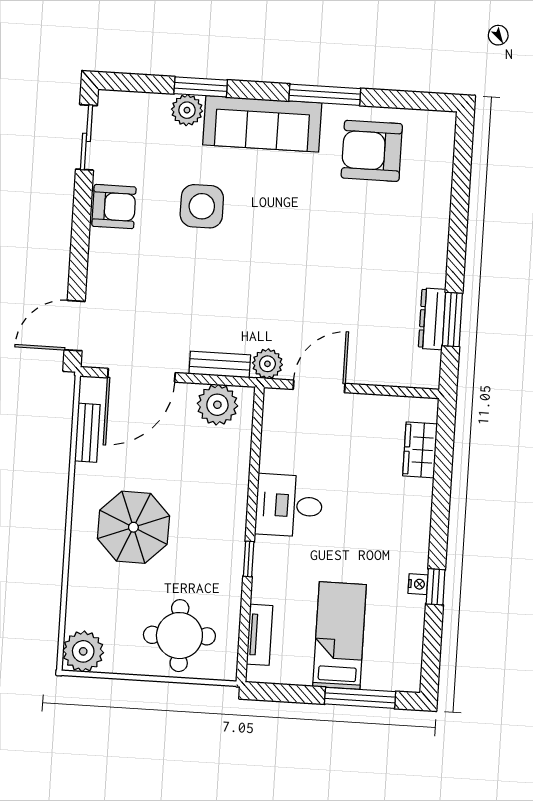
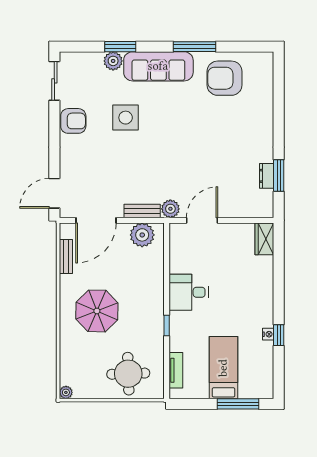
dresser: (432, 319) -> (267, 176), width x0.70
wardrobe: (420, 450) -> (264, 239), moved
plant: (83, 651) -> (66, 392), width x0.53, depth x0.53

